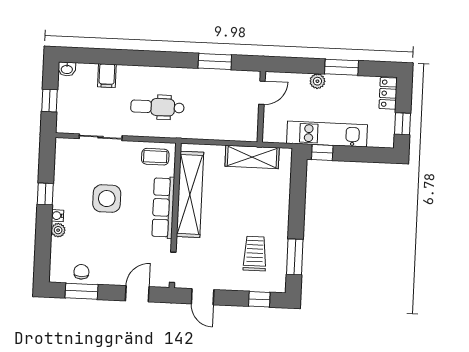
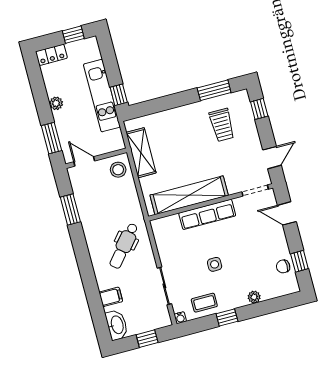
window: (341, 67) -> (51, 138), moved
washbasin: (67, 69) -> (117, 325), width x1.91, depth x1.45
plant: (317, 81) -> (56, 103), moved
dental chair: (157, 107) -> (124, 246), turned 40
stool: (242, 126) -> (118, 170), added
coffee table: (155, 157) -> (204, 303), moved, turned 90
side table: (107, 199) -> (215, 264), width x0.54, depth x0.54
water cooler: (58, 216) -> (180, 318), moved
trolley: (255, 254) -> (222, 125), turned -90
window: (81, 291) -> (299, 261), width x0.67

